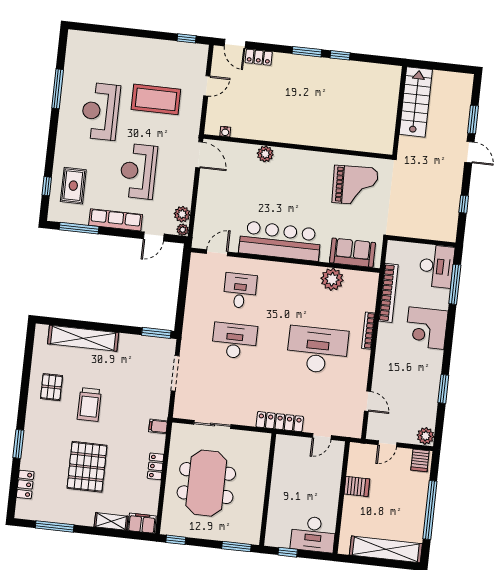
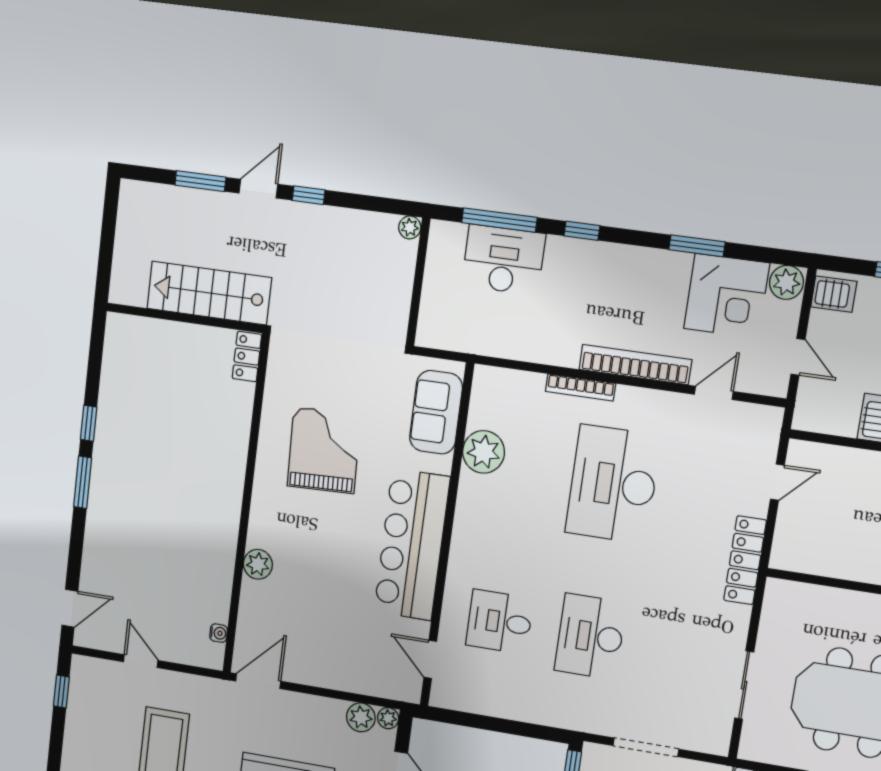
locker: (259, 57) -> (247, 357), moved, turned 180
stairs: (416, 102) -> (209, 293), moved
grand piano: (355, 185) -> (324, 450), moved
window: (464, 204) -> (309, 195), moved
plant: (450, 236) -> (410, 227), added
desk: (437, 266) -> (503, 260), moved
bookcase: (388, 293) -> (635, 365), moved
corner desk: (426, 328) -> (727, 296), moved
window: (450, 328) -> (582, 231), added
door: (322, 436) -> (777, 482), hinge flipped

